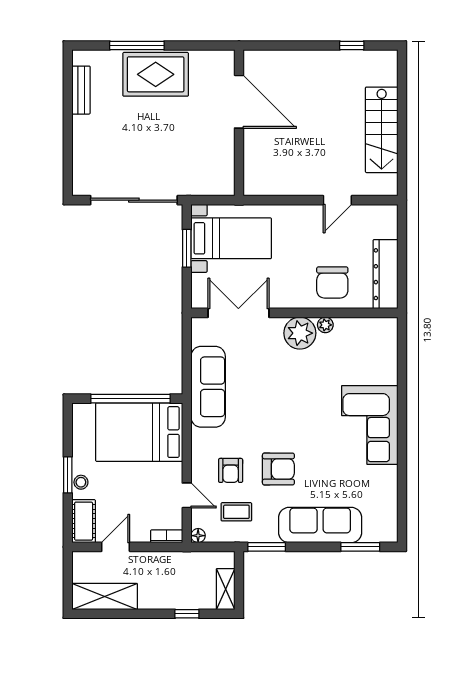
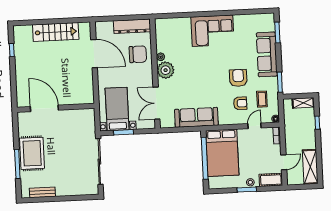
door: (239, 102) -> (44, 108), hinge flipped
door: (337, 200) -> (94, 54), width x1.87
door: (116, 547) -> (284, 162), swing flipped

